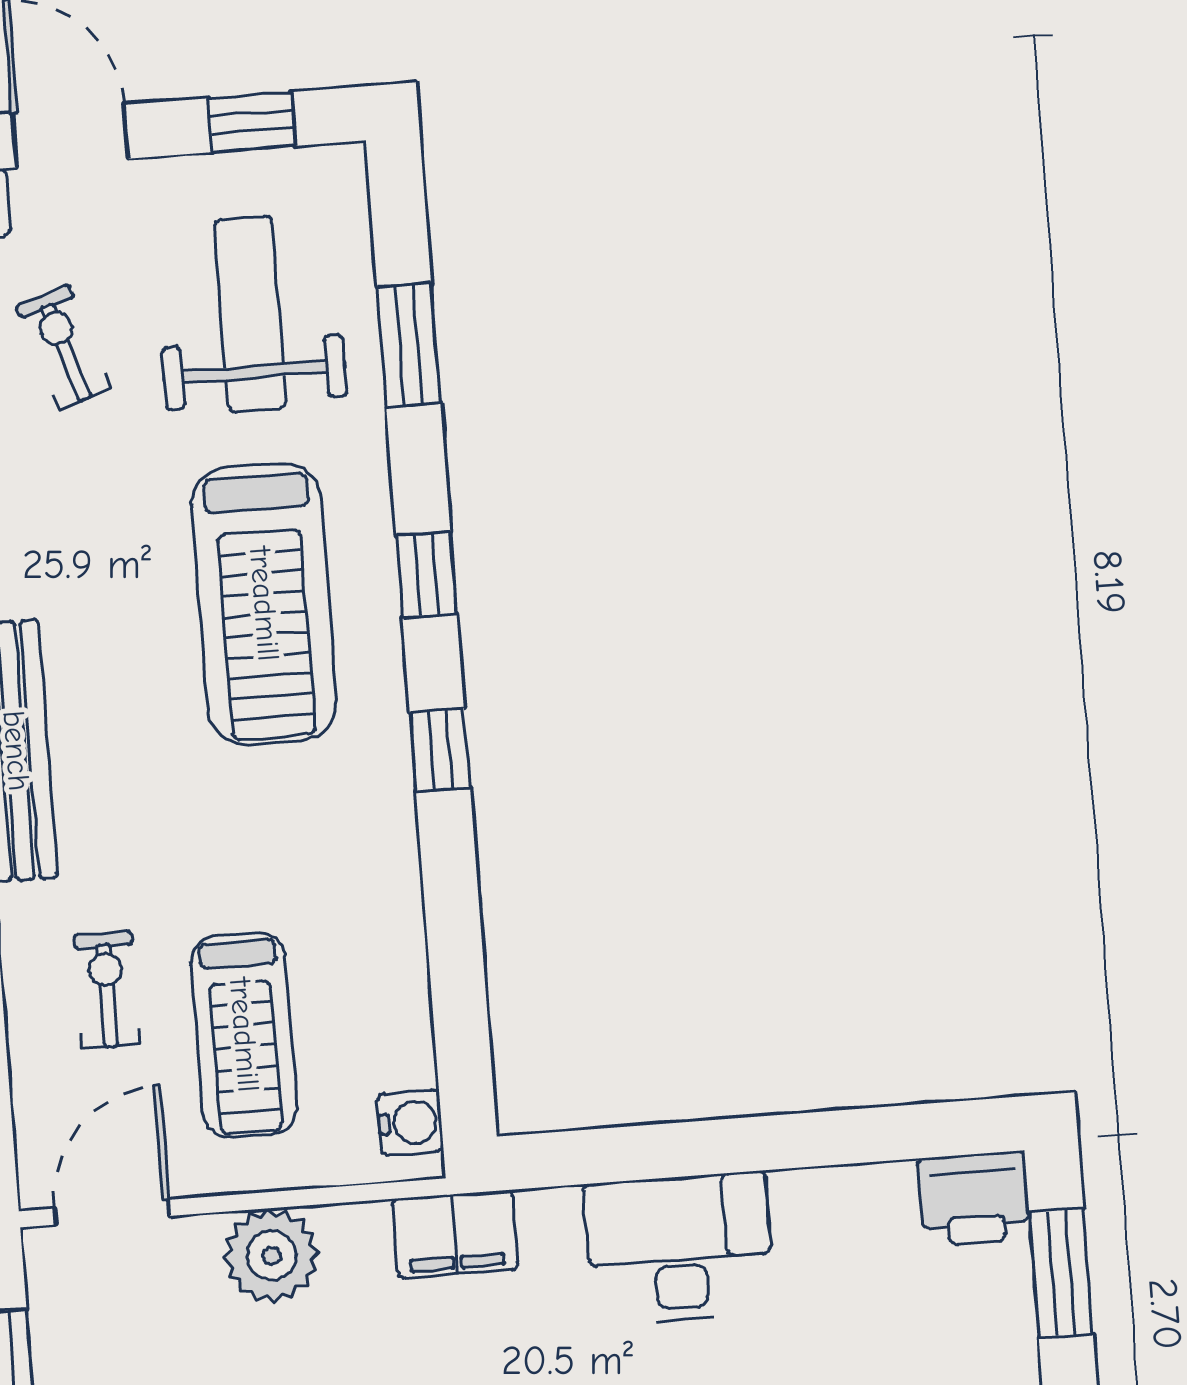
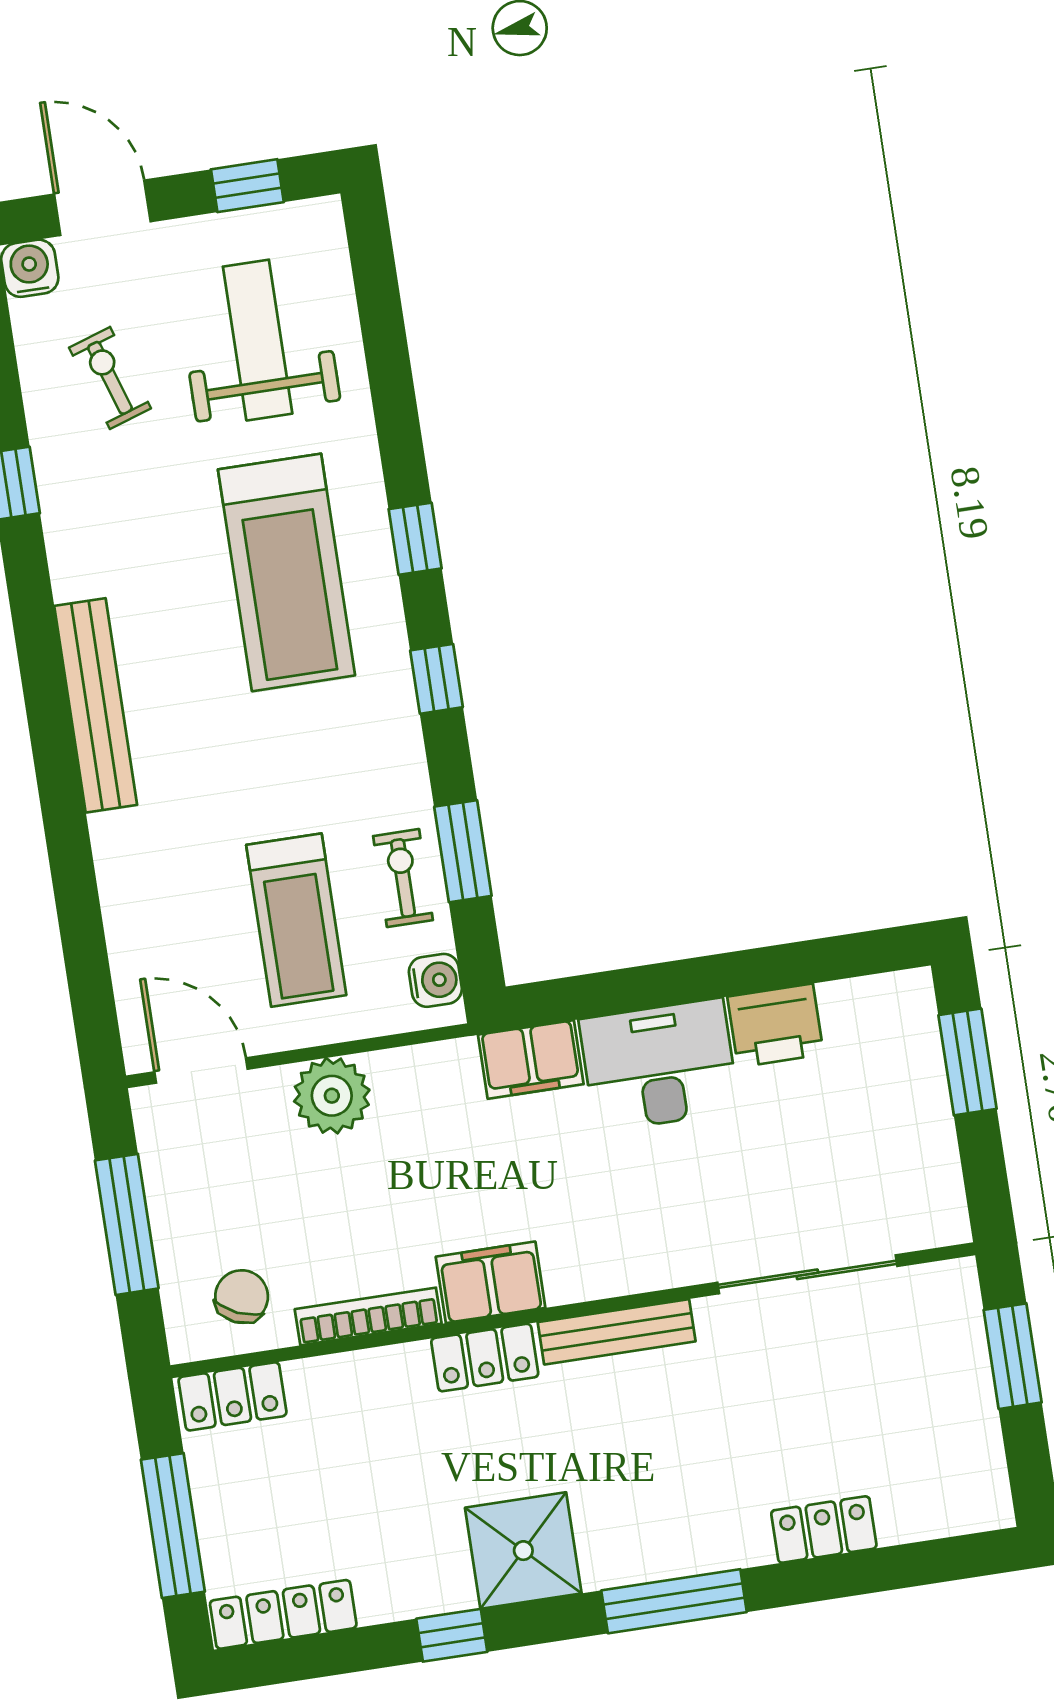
window: (409, 345) -> (463, 851), moved
exercise bike: (107, 990) -> (403, 878), moved
printer: (974, 1199) -> (775, 1025), moved
door: (112, 1212) -> (201, 1070), hinge flipped
filing cabinet: (455, 1234) -> (531, 1059), moved

